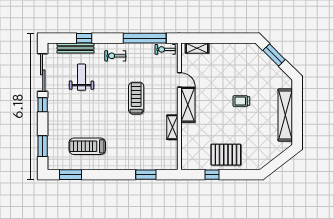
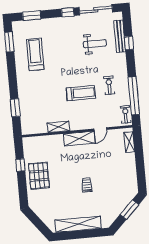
exercise bike: (115, 56) -> (109, 85), moved

